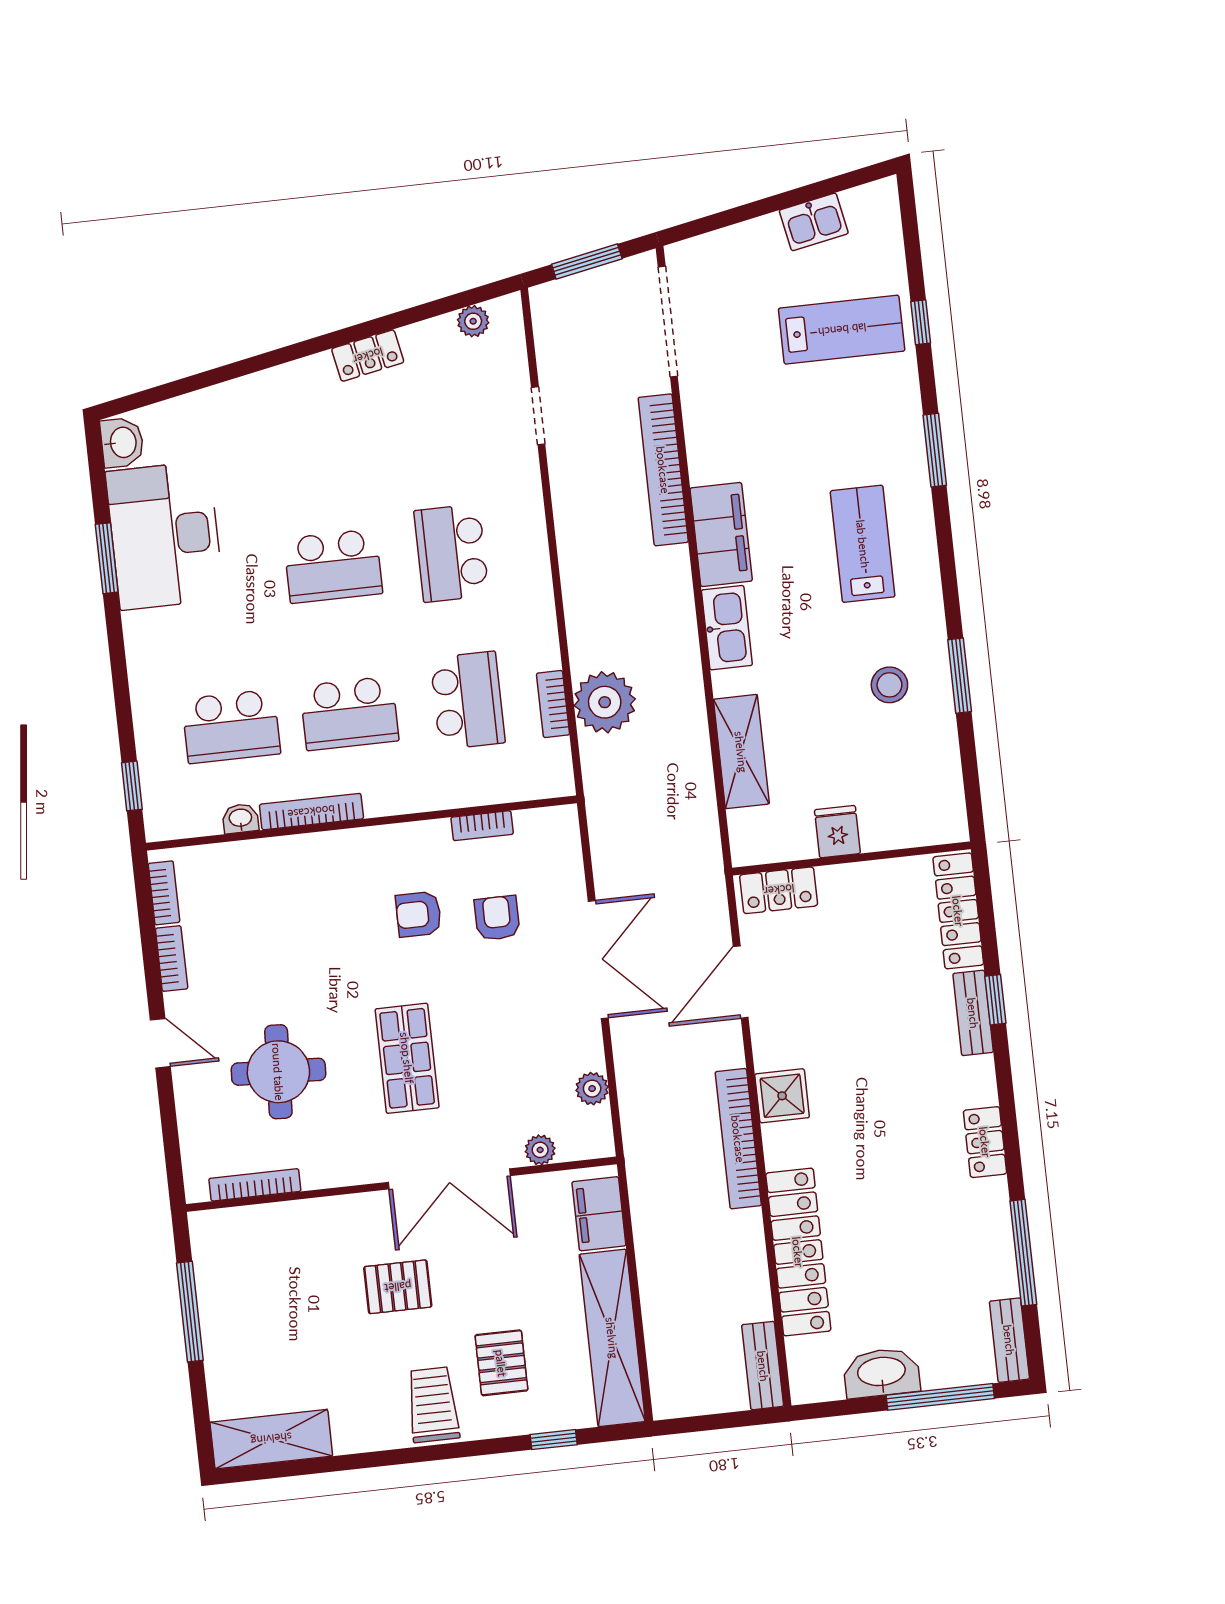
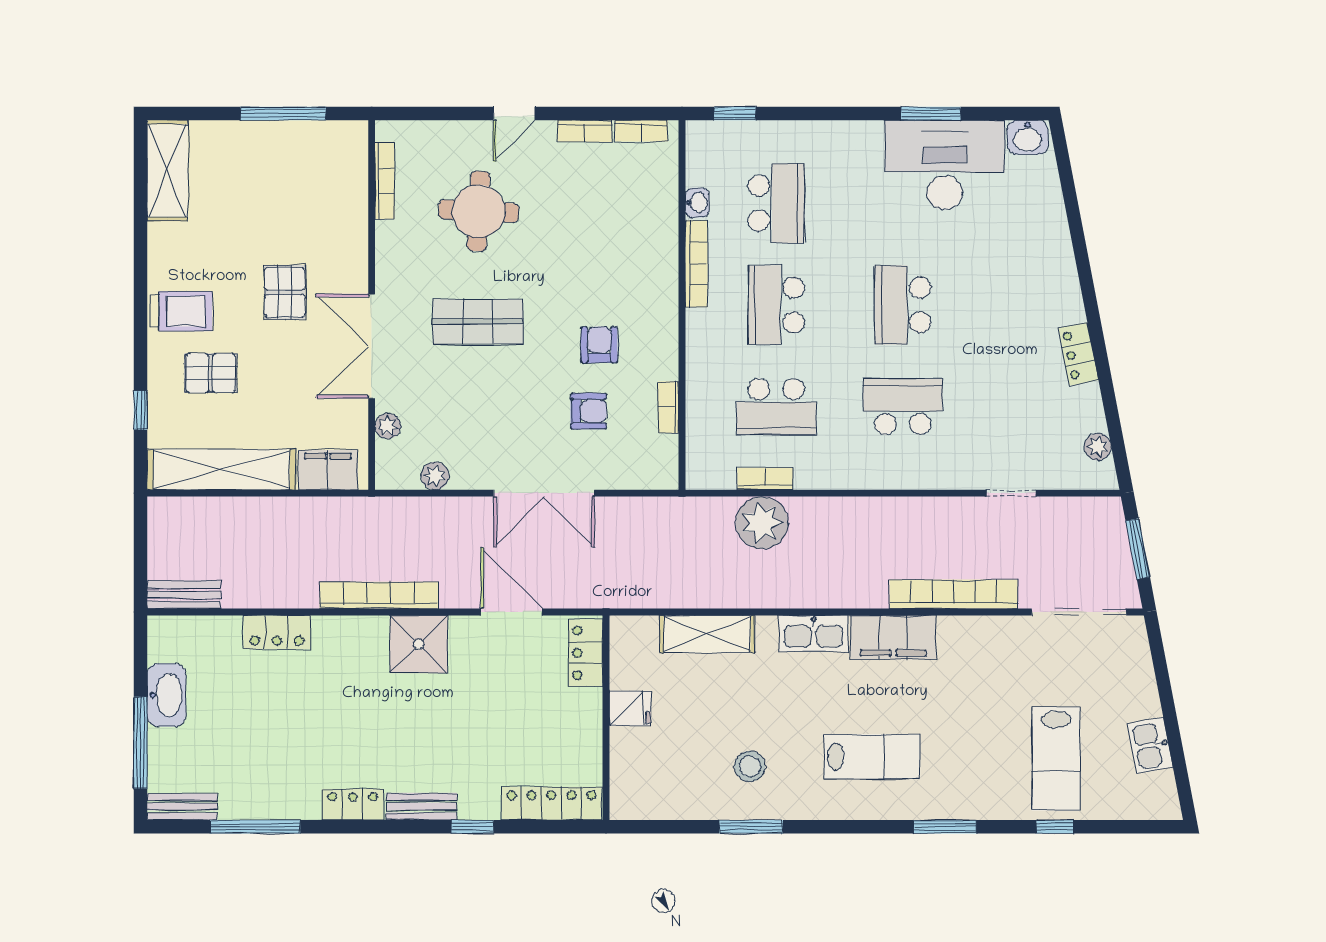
school desk: (231, 726) -> (776, 203), turned 180
bench: (973, 1013) -> (421, 807), moved
shower: (782, 1096) -> (419, 644), width x1.36, depth x1.36
locker: (798, 1252) -> (277, 632), width x0.46, depth x0.83

